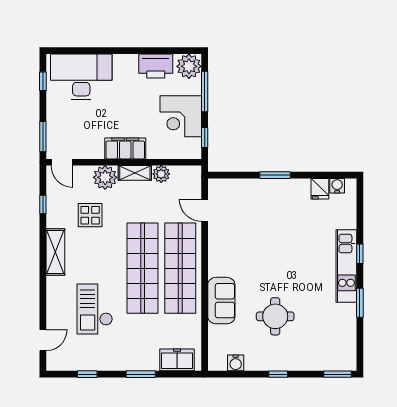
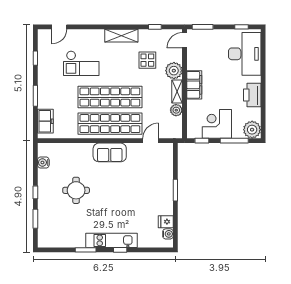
printer: (156, 66) -> (252, 95), moved
sofa: (221, 301) -> (110, 152), moved
checkout: (95, 309) -> (81, 63), turned 180
door: (43, 340) -> (59, 27), hinge flipped
window: (338, 374) -> (35, 219), moved

